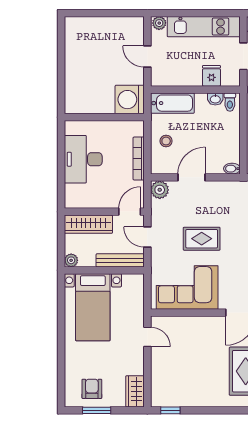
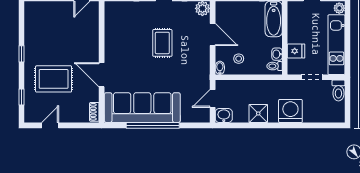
stool: (166, 141) -> (239, 59), moved
corner sofa: (187, 287) -> (122, 31), removed
window: (170, 410) -> (21, 54), moved

